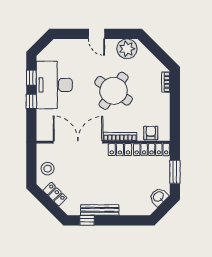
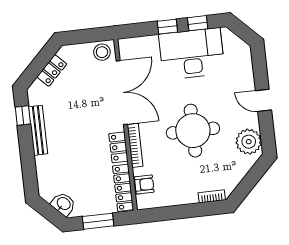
door: (96, 34) -> (263, 100), hinge flipped
round table: (114, 91) -> (193, 131), turned -34
stool: (48, 169) -> (102, 52), moved

